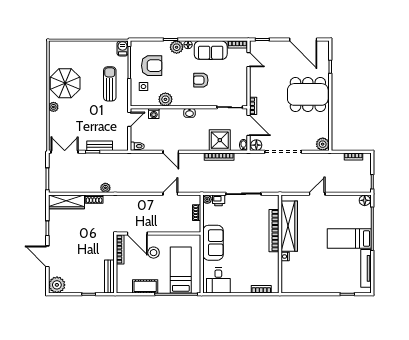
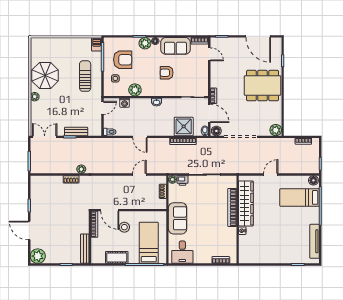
wardrobe: (67, 202) -> (46, 182), removed
bed: (349, 239) -> (300, 197), moved

